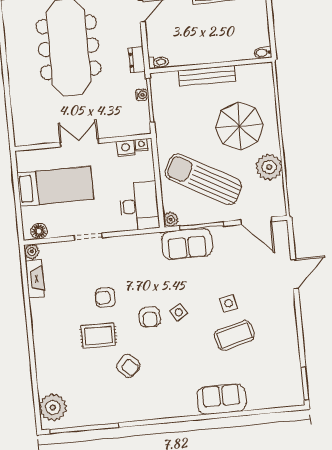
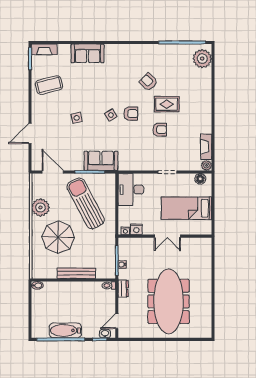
sun lounger: (203, 179) -> (86, 203), turned -147
plant: (171, 219) -> (110, 178), removed
armchair: (150, 317) -> (131, 114), turned 90
coffee table: (234, 335) -> (49, 85), moved
fireplace: (285, 399) -> (44, 49), added

